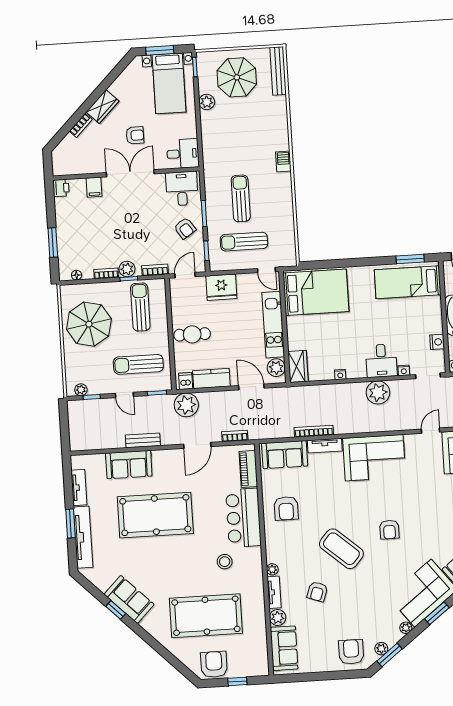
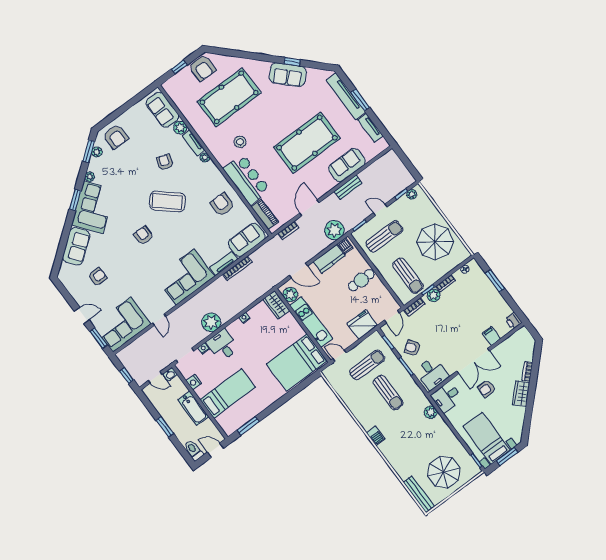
plant: (207, 102) -> (431, 412), moved
bed: (408, 282) -> (228, 393), moved

